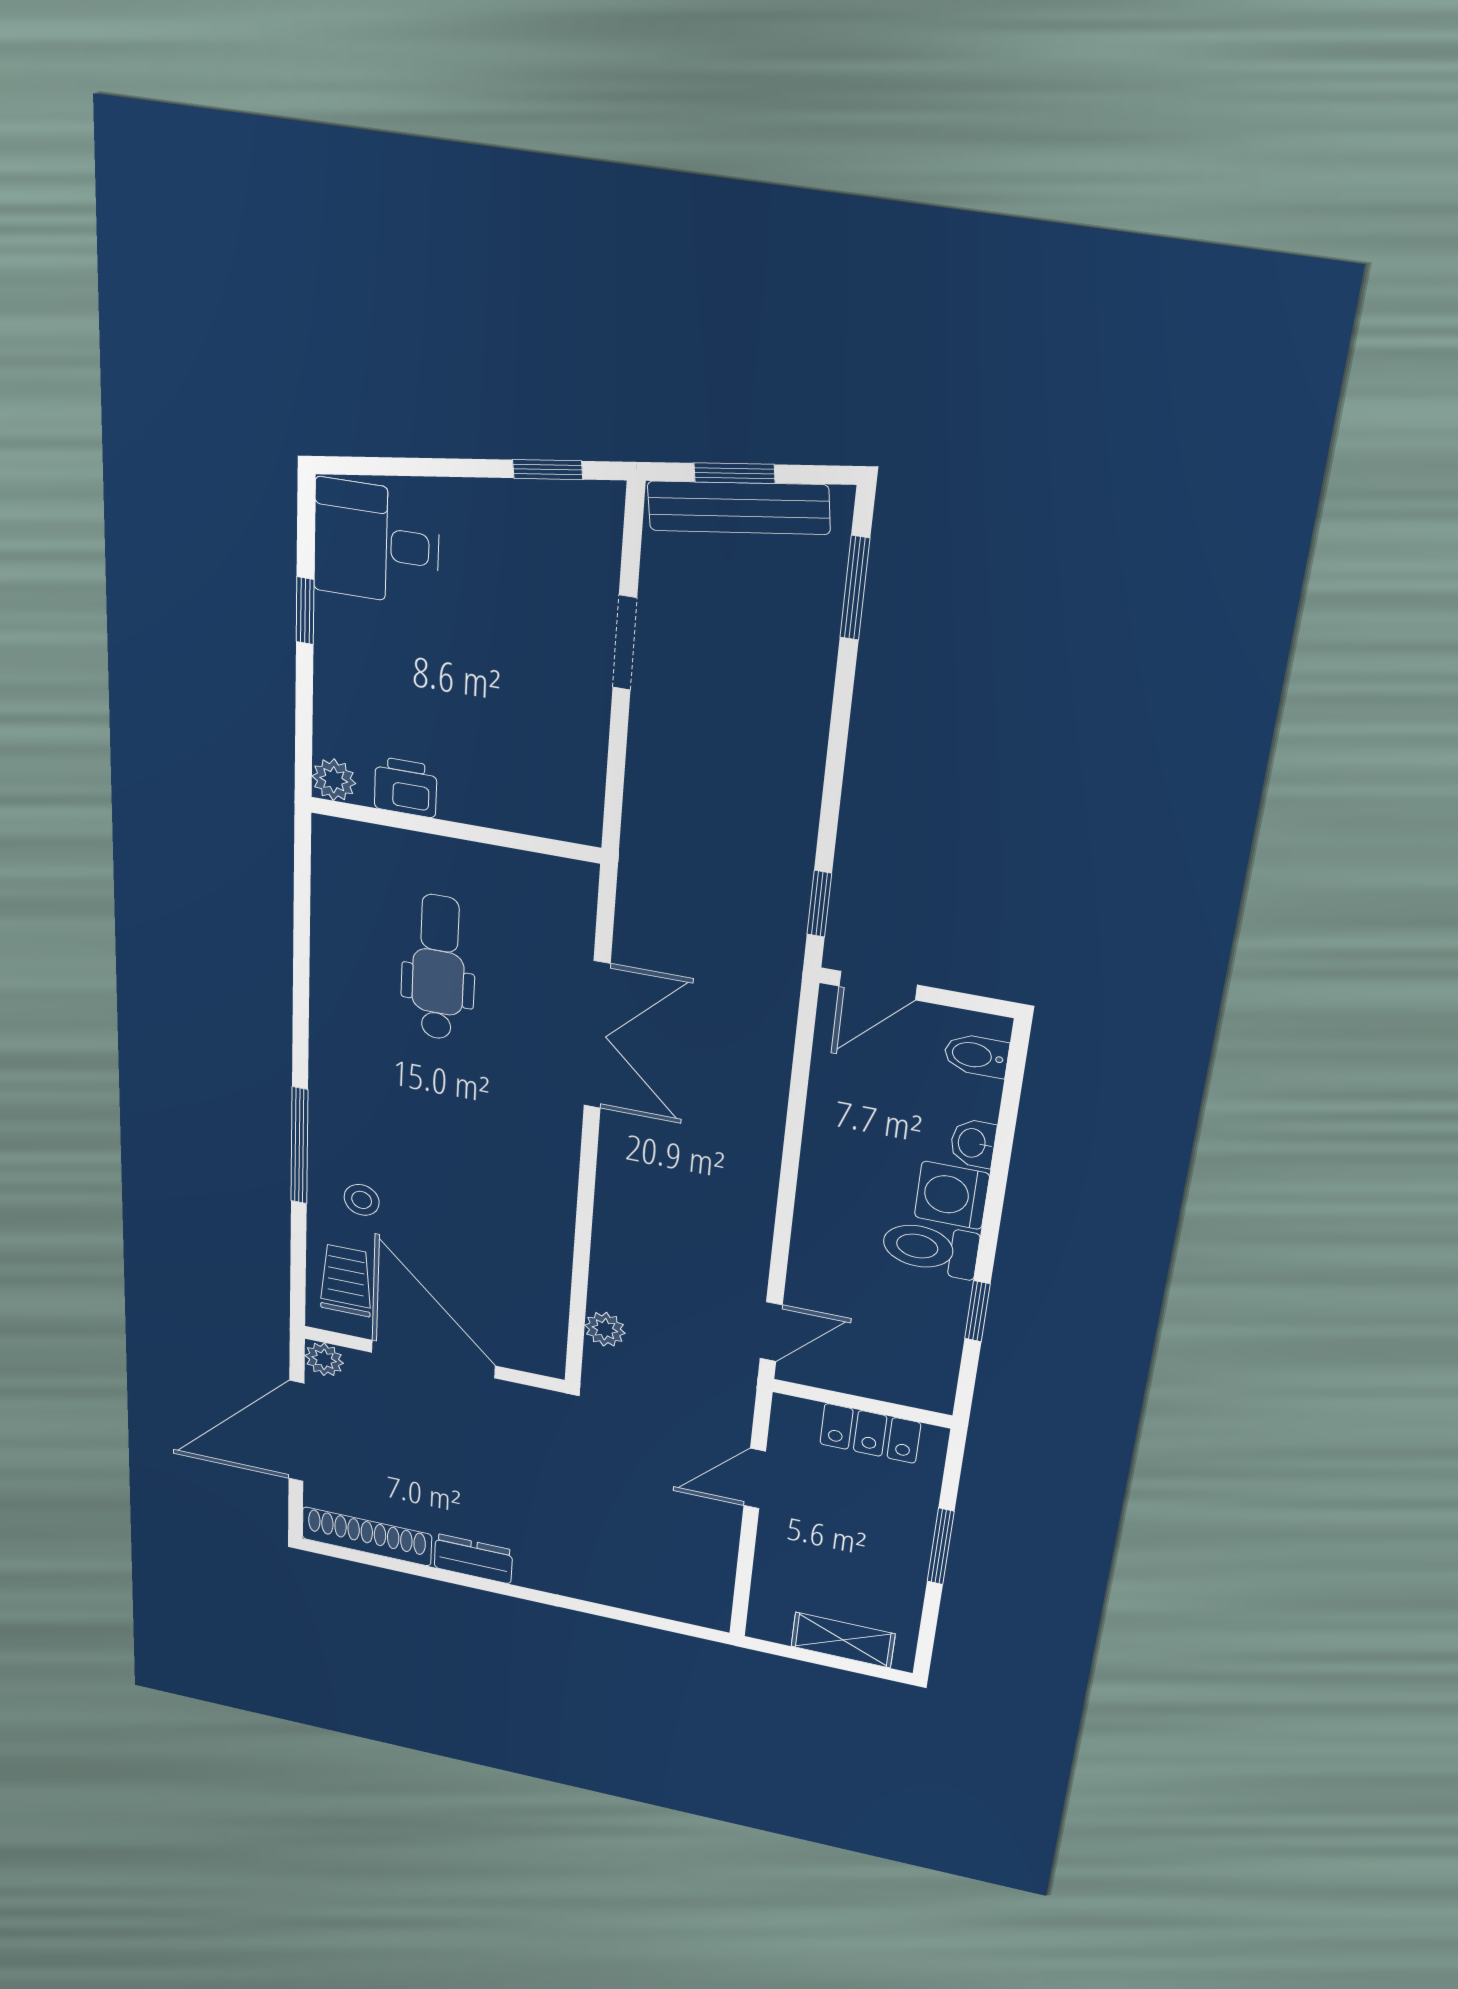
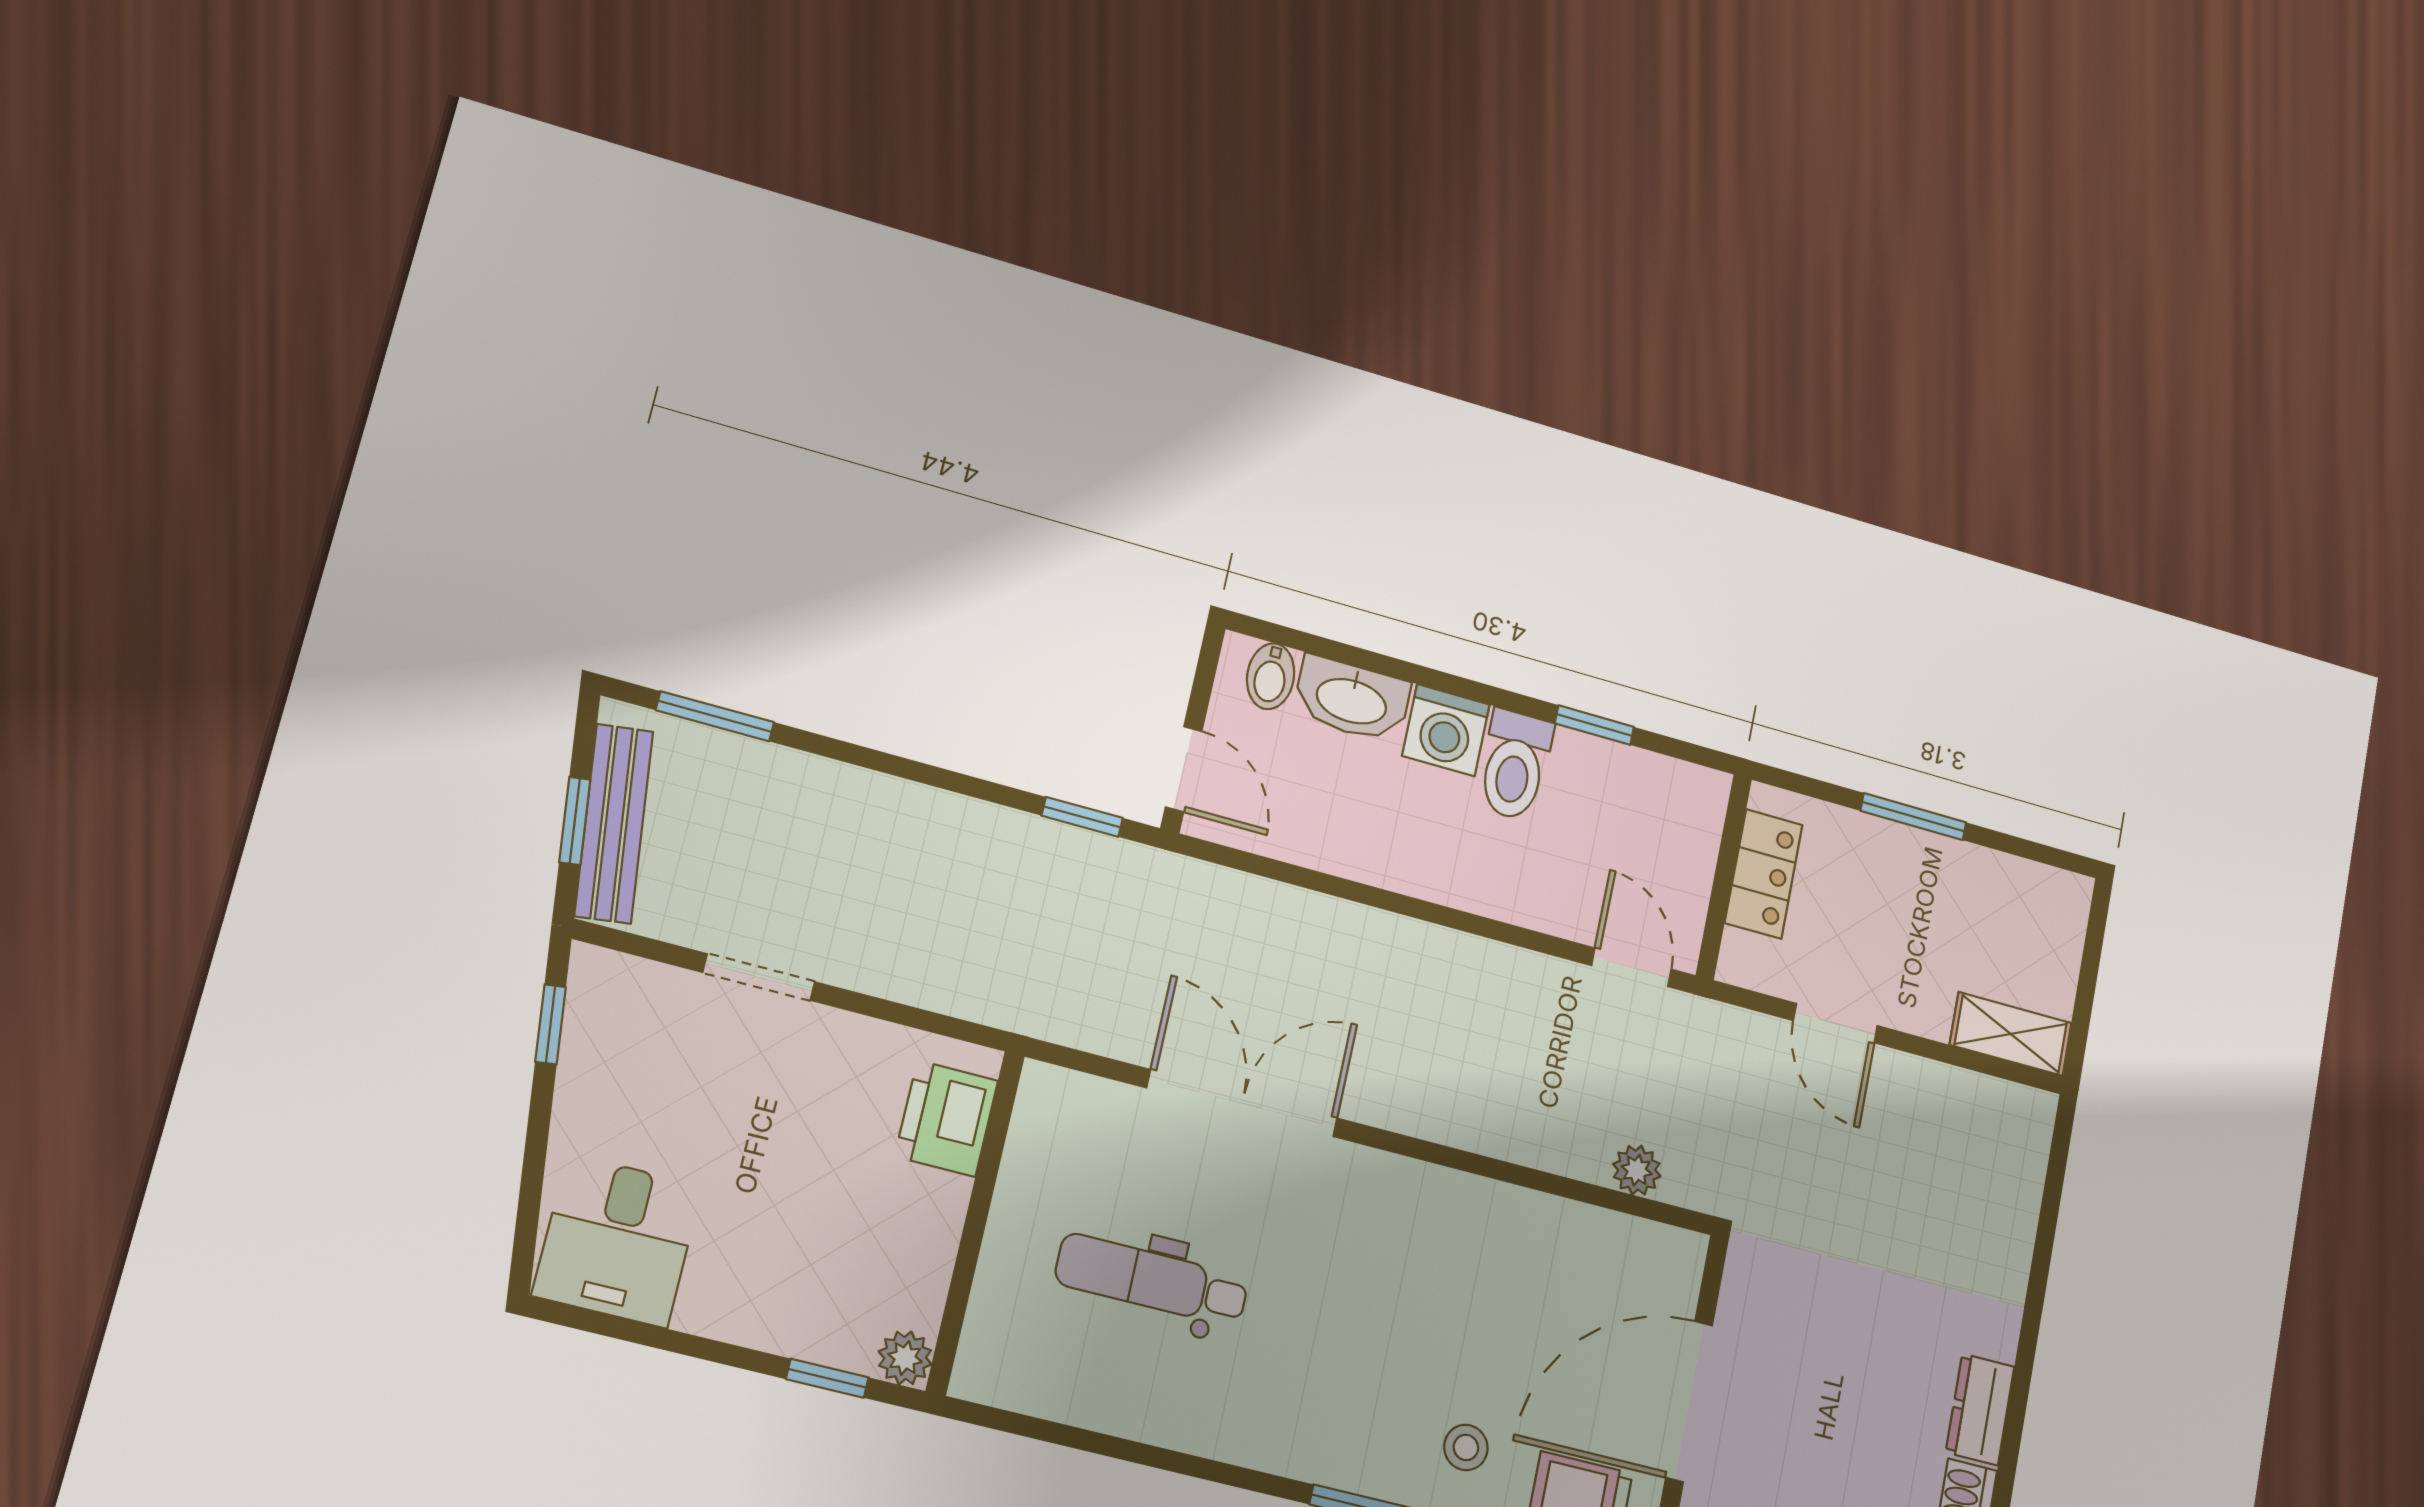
window: (305, 611) -> (827, 1378), moved
printer: (406, 787) -> (946, 1118), moved, width x1.36, depth x1.24
washbasin: (973, 1143) -> (1352, 699), width x1.91, depth x1.45
shelving: (843, 1640) -> (2011, 1034), moved, turned 90

